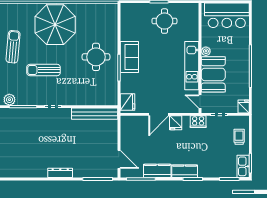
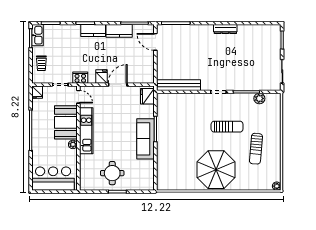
round table: (96, 57) -> (177, 139), removed
sofa: (129, 57) -> (146, 139), width x1.36
dresser: (60, 173) -> (225, 29), moved

